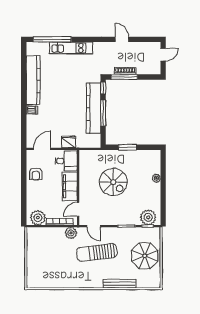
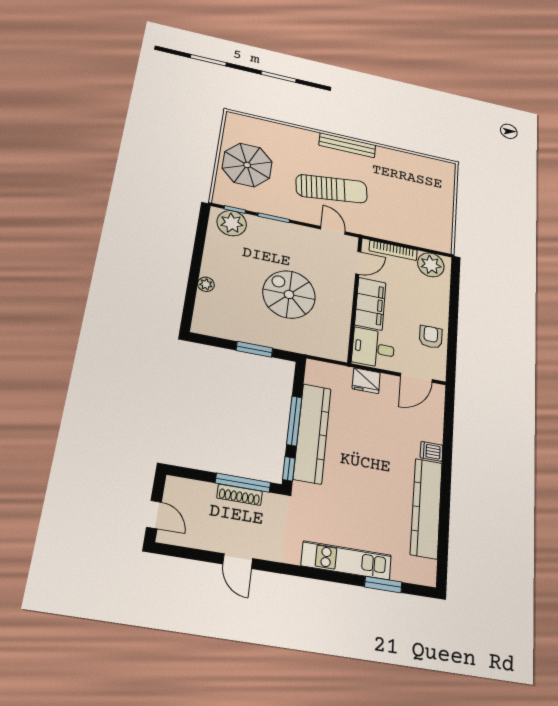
window: (52, 39) -> (383, 585), width x0.47
door: (163, 55) -> (154, 515), swing flipped
plant: (71, 233) -> (374, 228), removed
bench: (119, 284) -> (347, 145), moved

